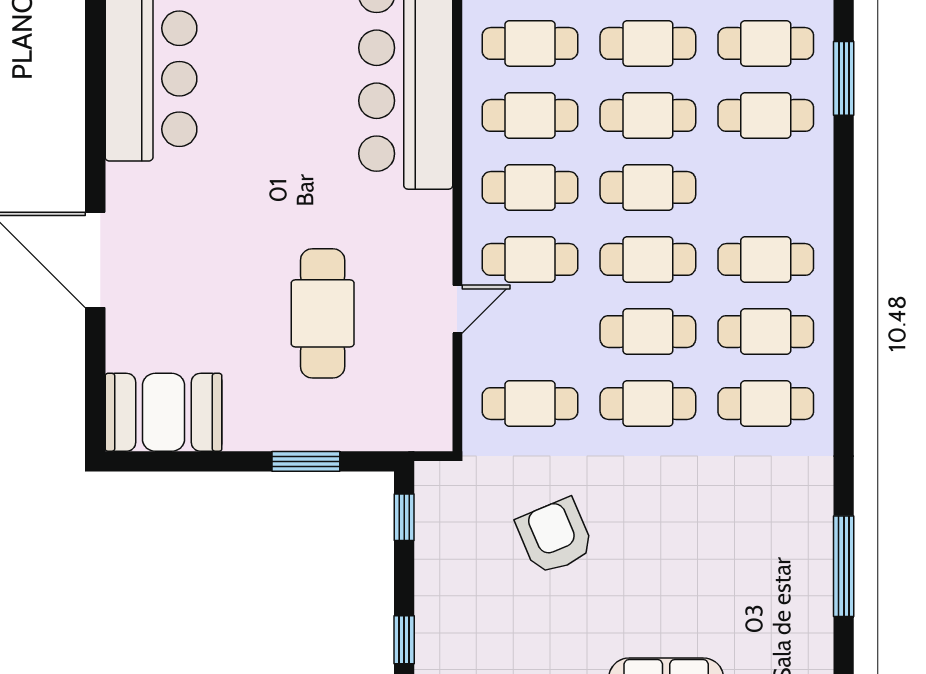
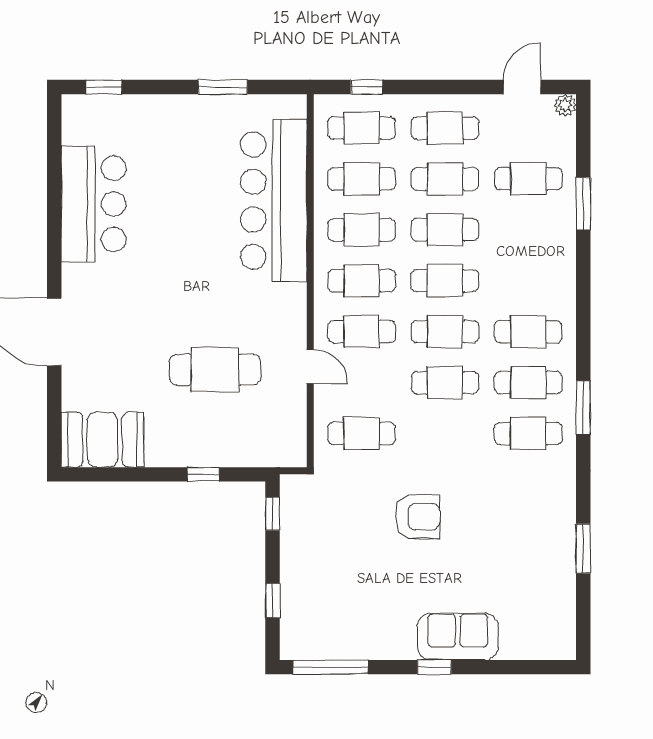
cafe table: (766, 115) -> (528, 230), removed
door: (457, 309) -> (310, 367), hinge flipped
cafe table: (323, 313) -> (215, 370), turned 90
window: (844, 367) -> (583, 408), added
cafe table: (648, 404) -> (445, 433), removed
window: (306, 461) -> (203, 474), width x0.67
armchair: (555, 536) -> (418, 517), moved, turned 113
window: (844, 566) -> (583, 548), width x0.69

